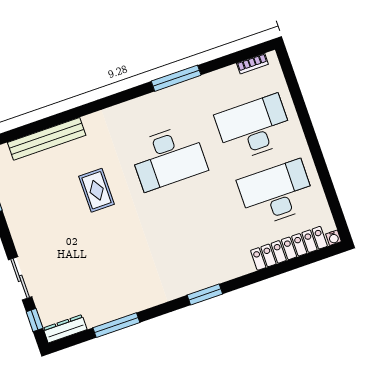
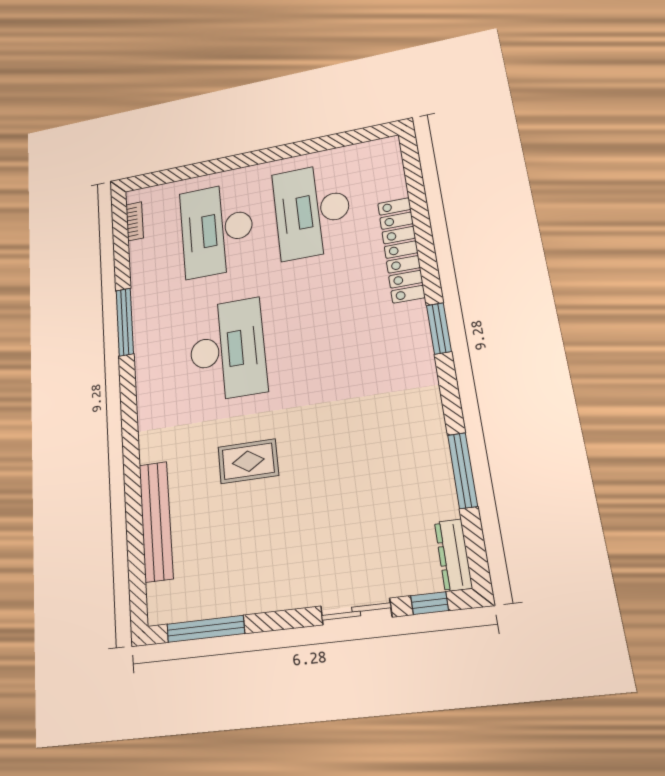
water cooler: (334, 238) -> (391, 144), removed
locker: (289, 248) -> (401, 250), moved

